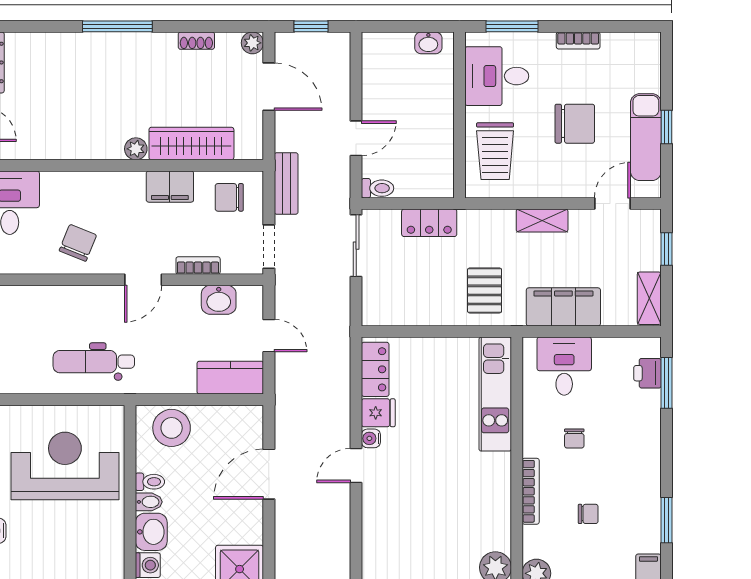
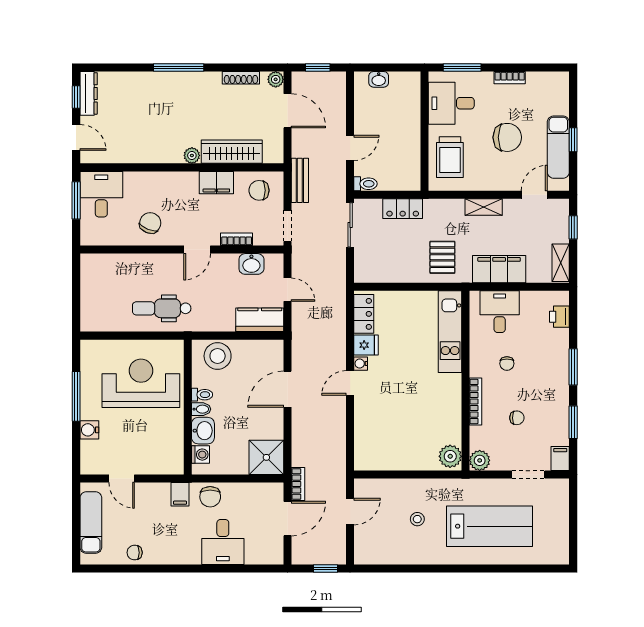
shoe rack: (196, 41) -> (241, 78), width x1.43
washbasin: (428, 43) -> (379, 79), moved
window: (667, 383) -> (573, 367), moved

